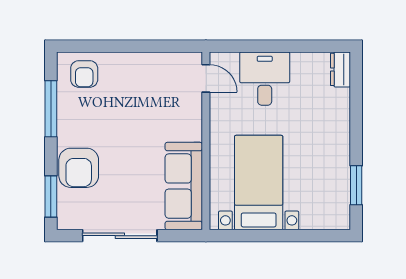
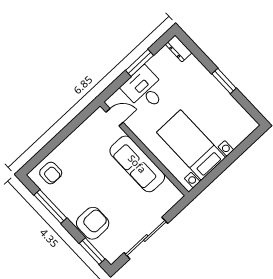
window: (285, 46) -> (140, 63), added
armchair: (79, 168) -> (93, 223), turned -90
window: (356, 185) -> (224, 81), moved
sofa: (184, 186) -> (137, 164), moved

